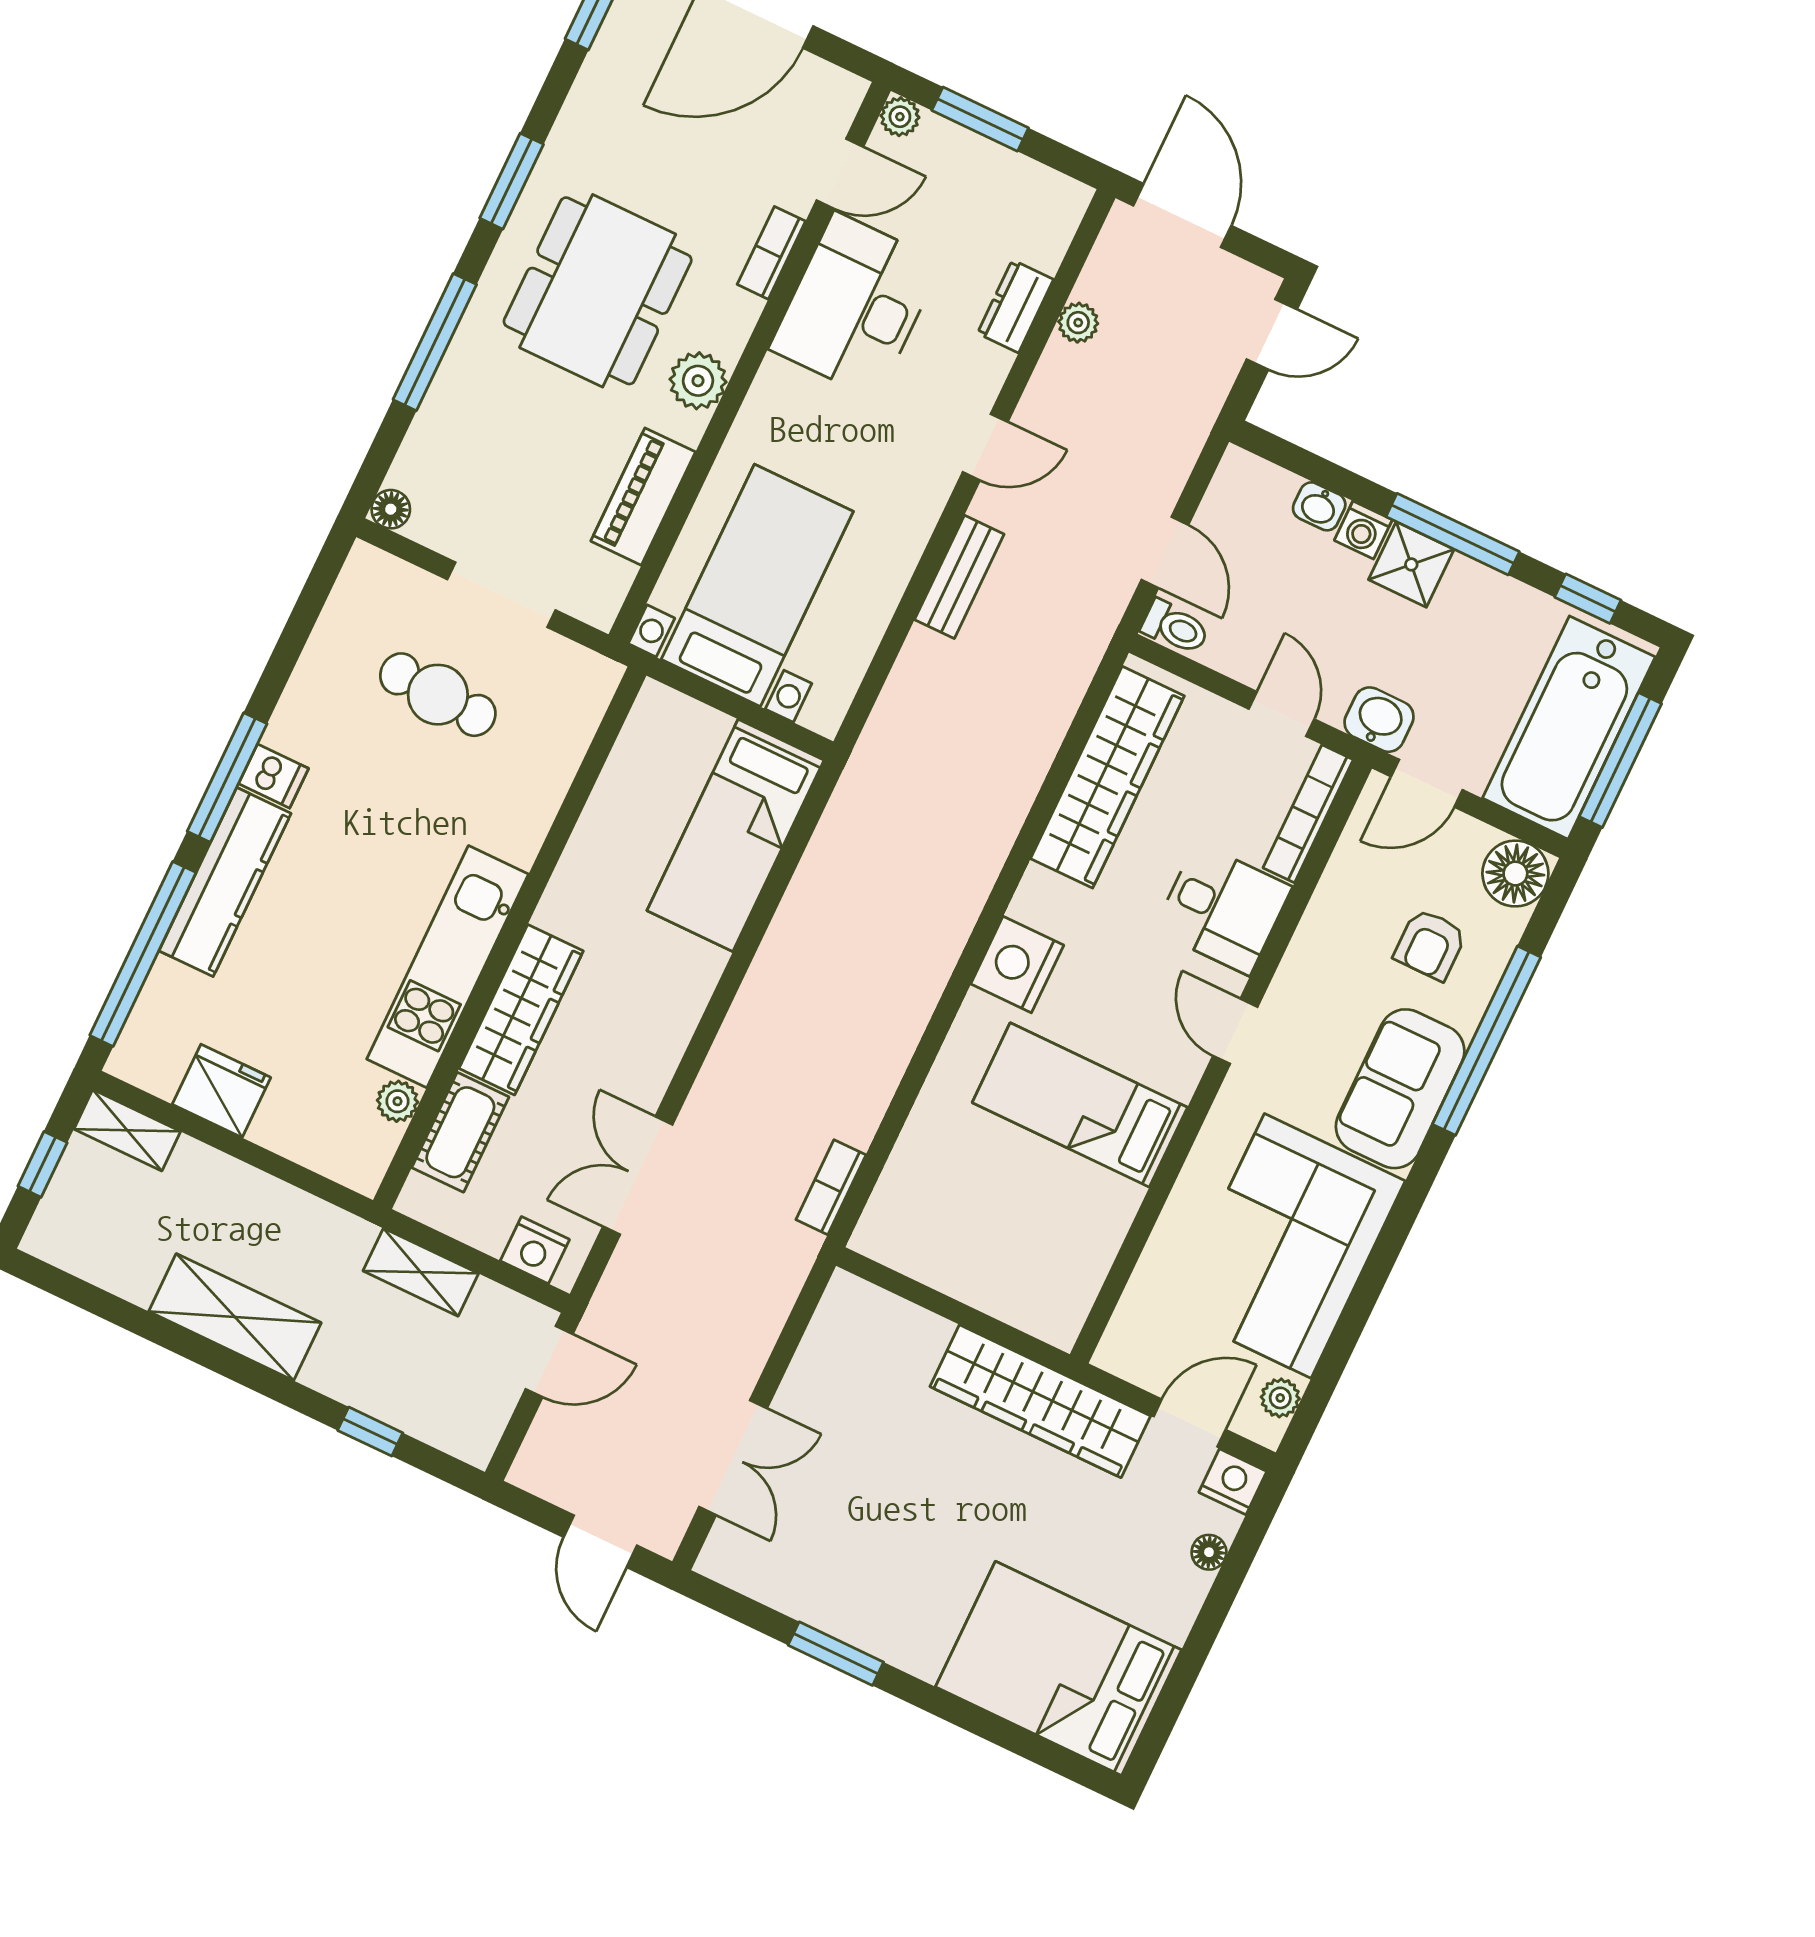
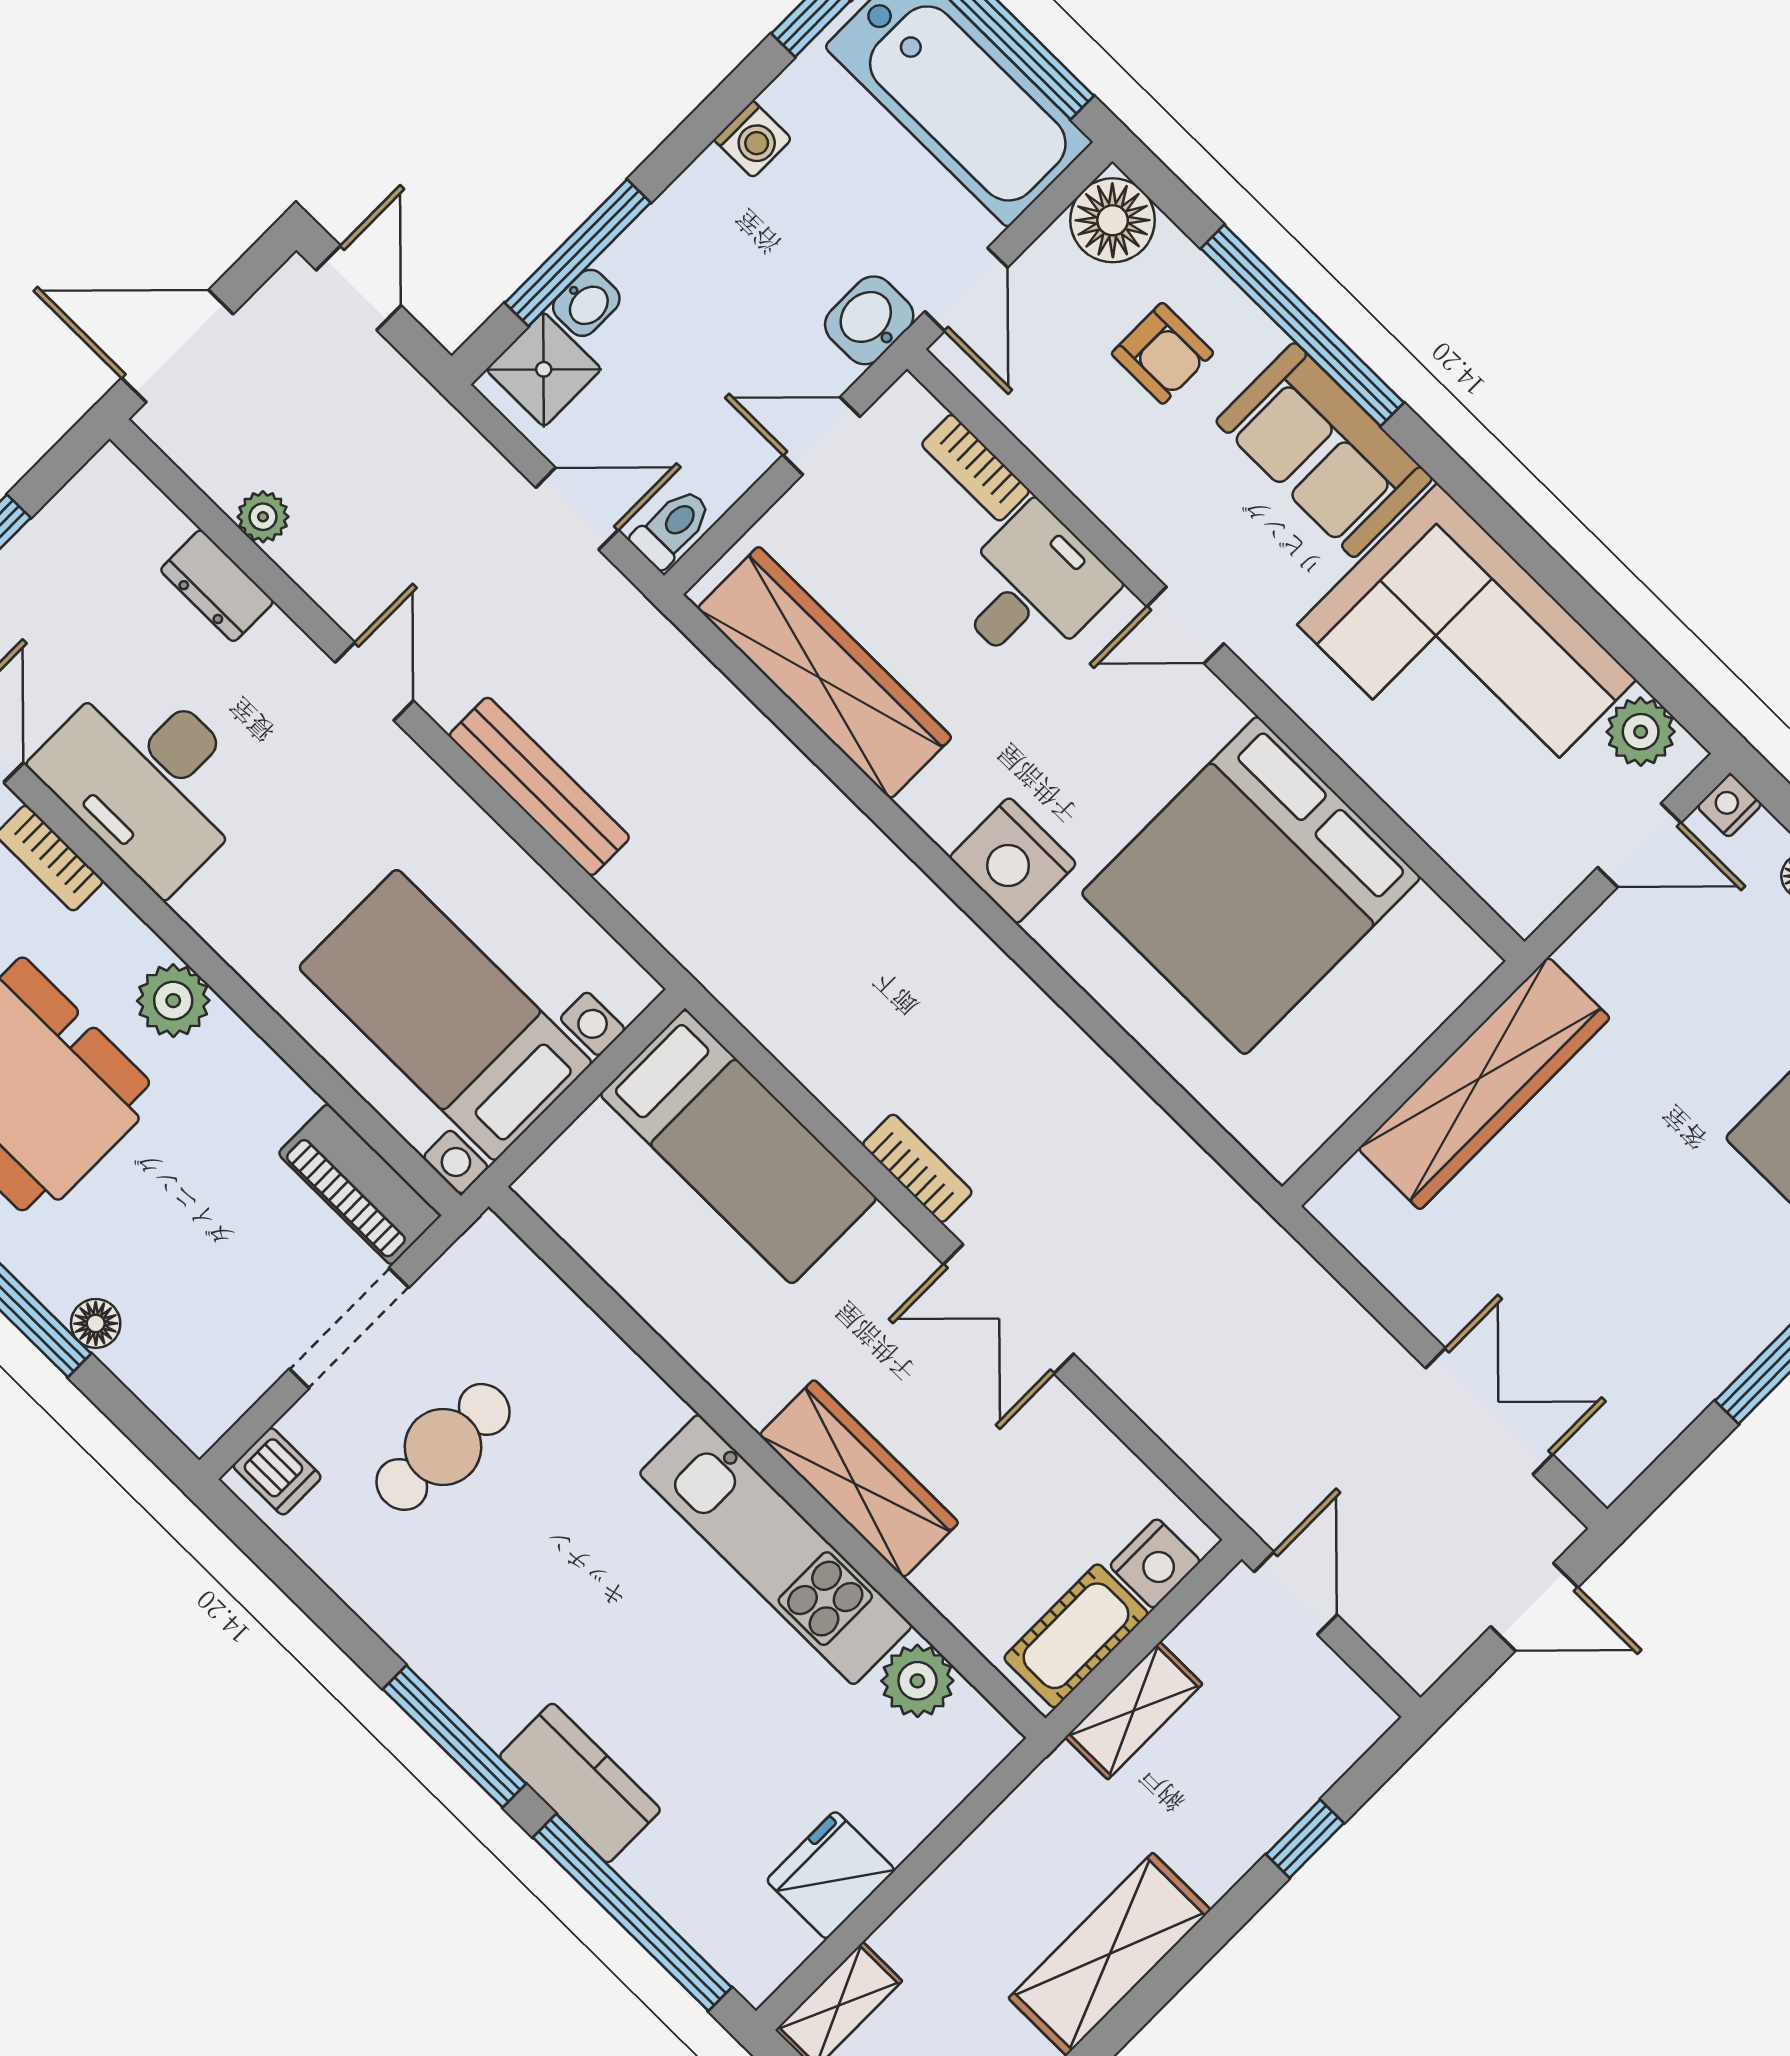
piano: (643, 497) -> (360, 1184), moved
floor lamp: (391, 509) -> (96, 1323), moved
washing machine: (1363, 530) -> (753, 139), moved
window: (1453, 534) -> (578, 253), moved
shower: (1411, 564) -> (544, 369), moved
bench: (959, 577) -> (539, 786), width x1.36
dishwasher: (274, 776) -> (277, 1471), moved, turned 90
bookcase: (1308, 814) -> (976, 468), width x0.64
kitchen counter: (225, 882) -> (580, 1783), width x0.67
plant: (397, 1101) -> (917, 1681), width x1.38, depth x1.38
bed: (1080, 1105) -> (1251, 885), width x2.04
cot: (460, 1132) -> (1076, 1636), moved, turned 90
double door: (638, 1176) -> (1009, 1309), moved
bookcase: (831, 1187) -> (917, 1168), moved, turned 180
plant: (1280, 1398) -> (1641, 732), width x1.38, depth x1.38
wardrobe: (1040, 1401) -> (1484, 1083), moved
door: (1190, 1423) -> (1639, 845), swing flipped
nightstand: (1233, 1482) -> (1729, 805), width x0.72, depth x0.74

